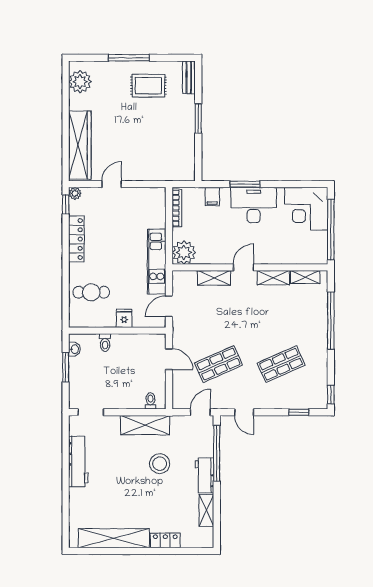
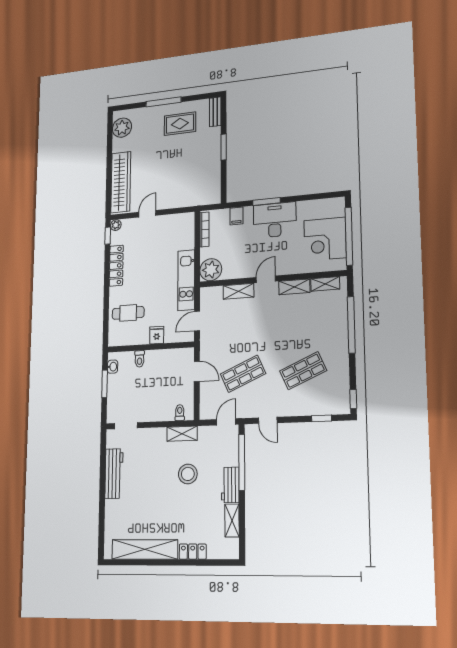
corner desk: (306, 209) -> (325, 239), moved
shelving: (145, 425) -> (182, 434), width x0.67, depth x0.75

